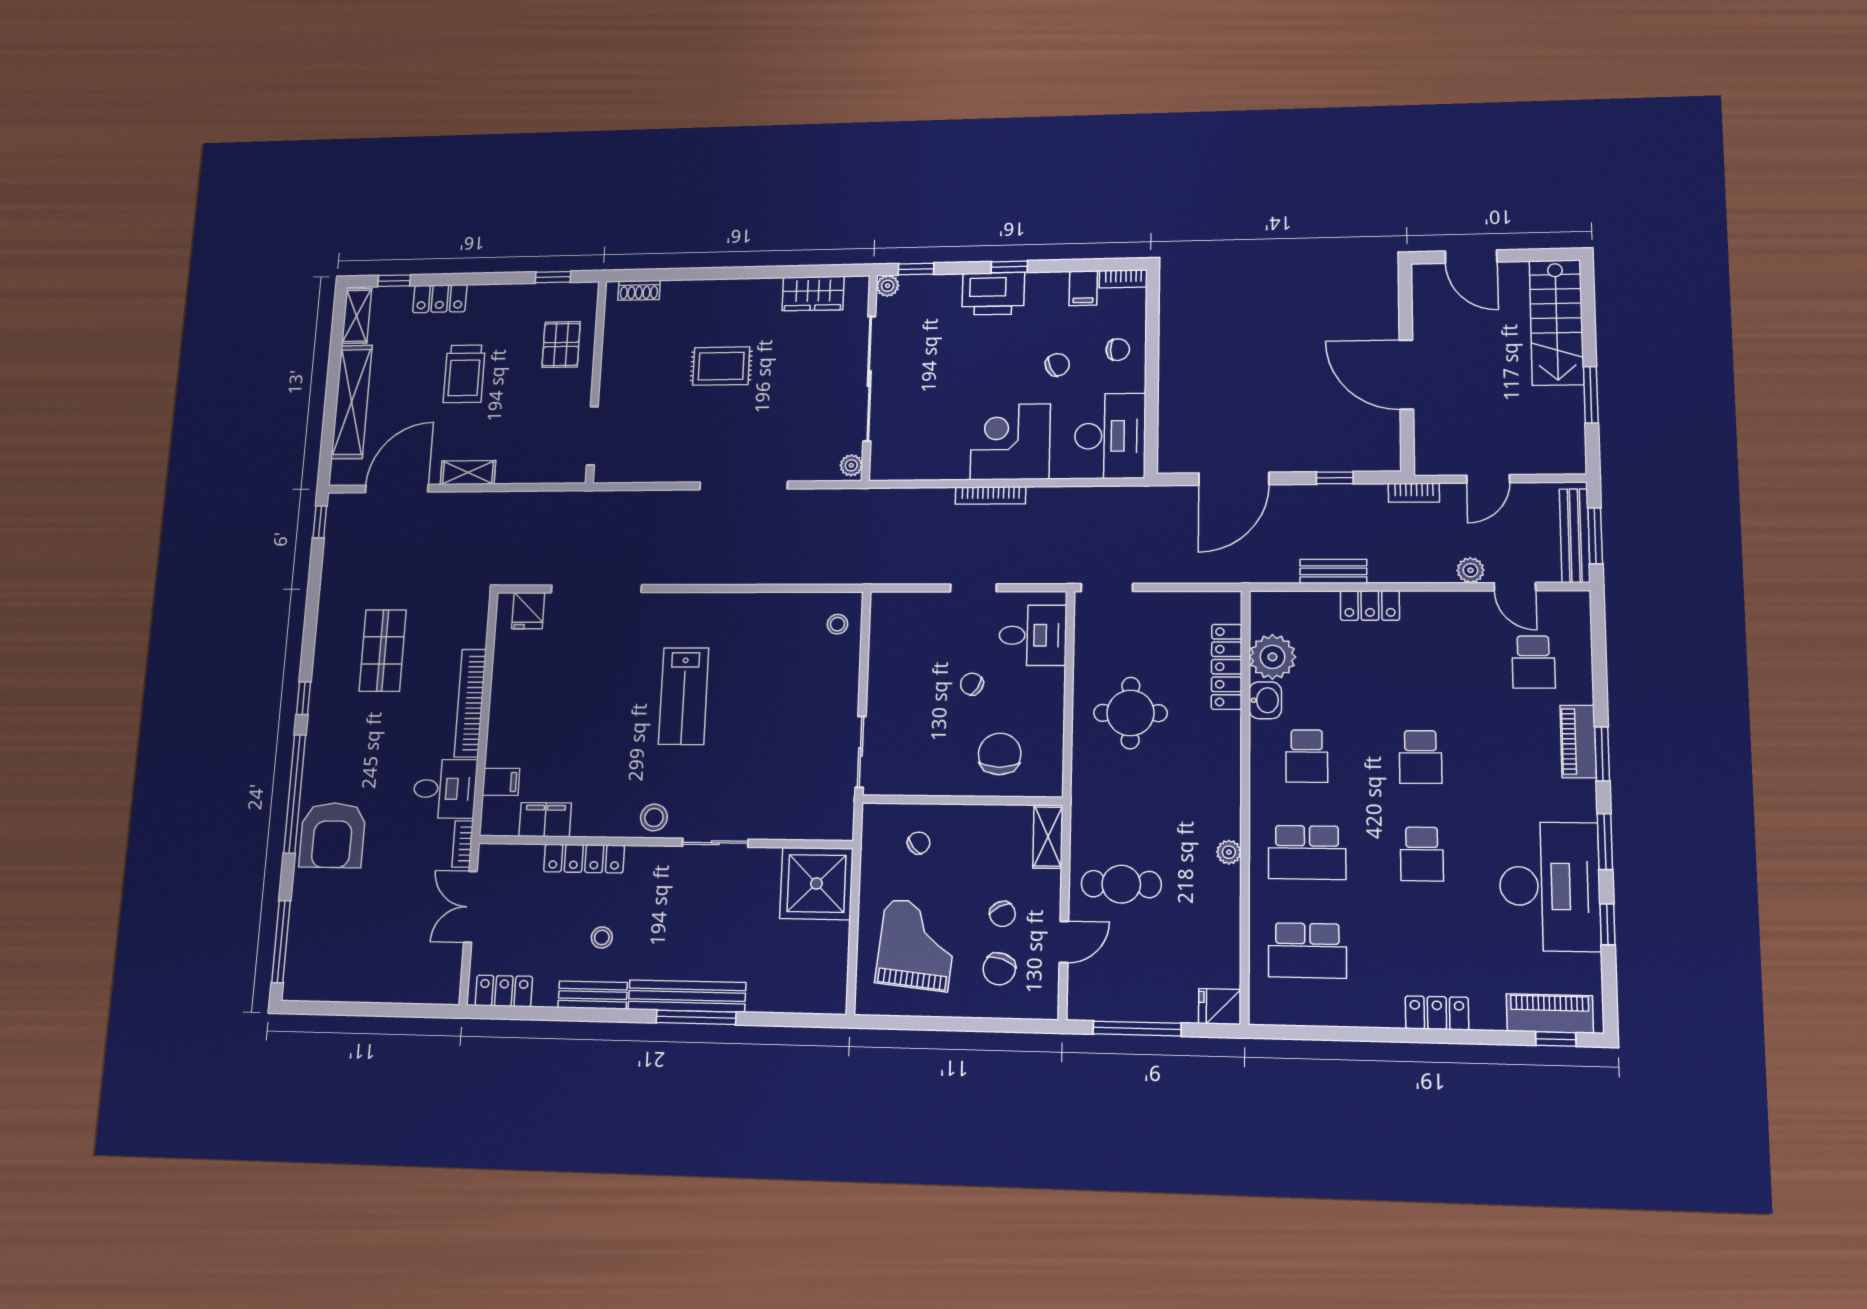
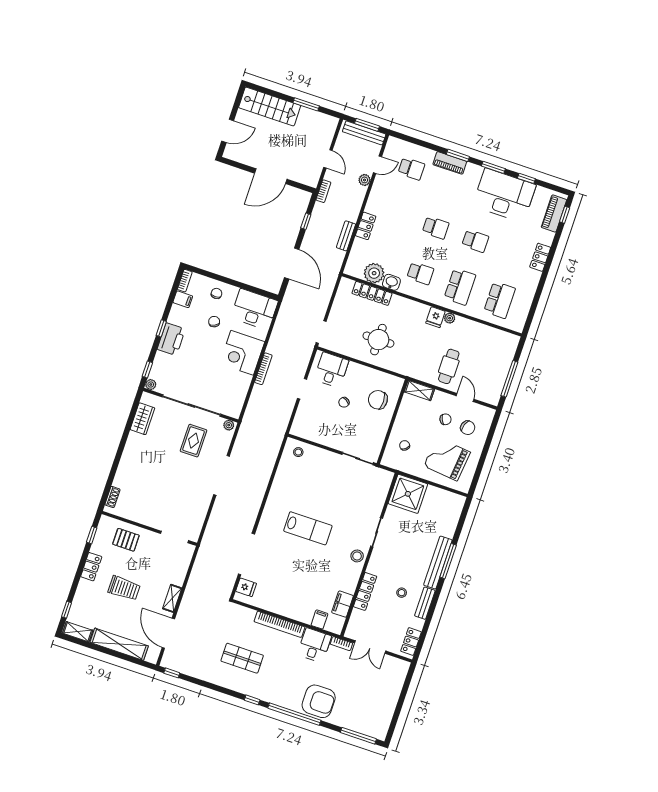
locker: (440, 299) -> (91, 567), moved
rug: (721, 366) -> (194, 441), moved
fridge: (1220, 1006) -> (435, 317), moved

